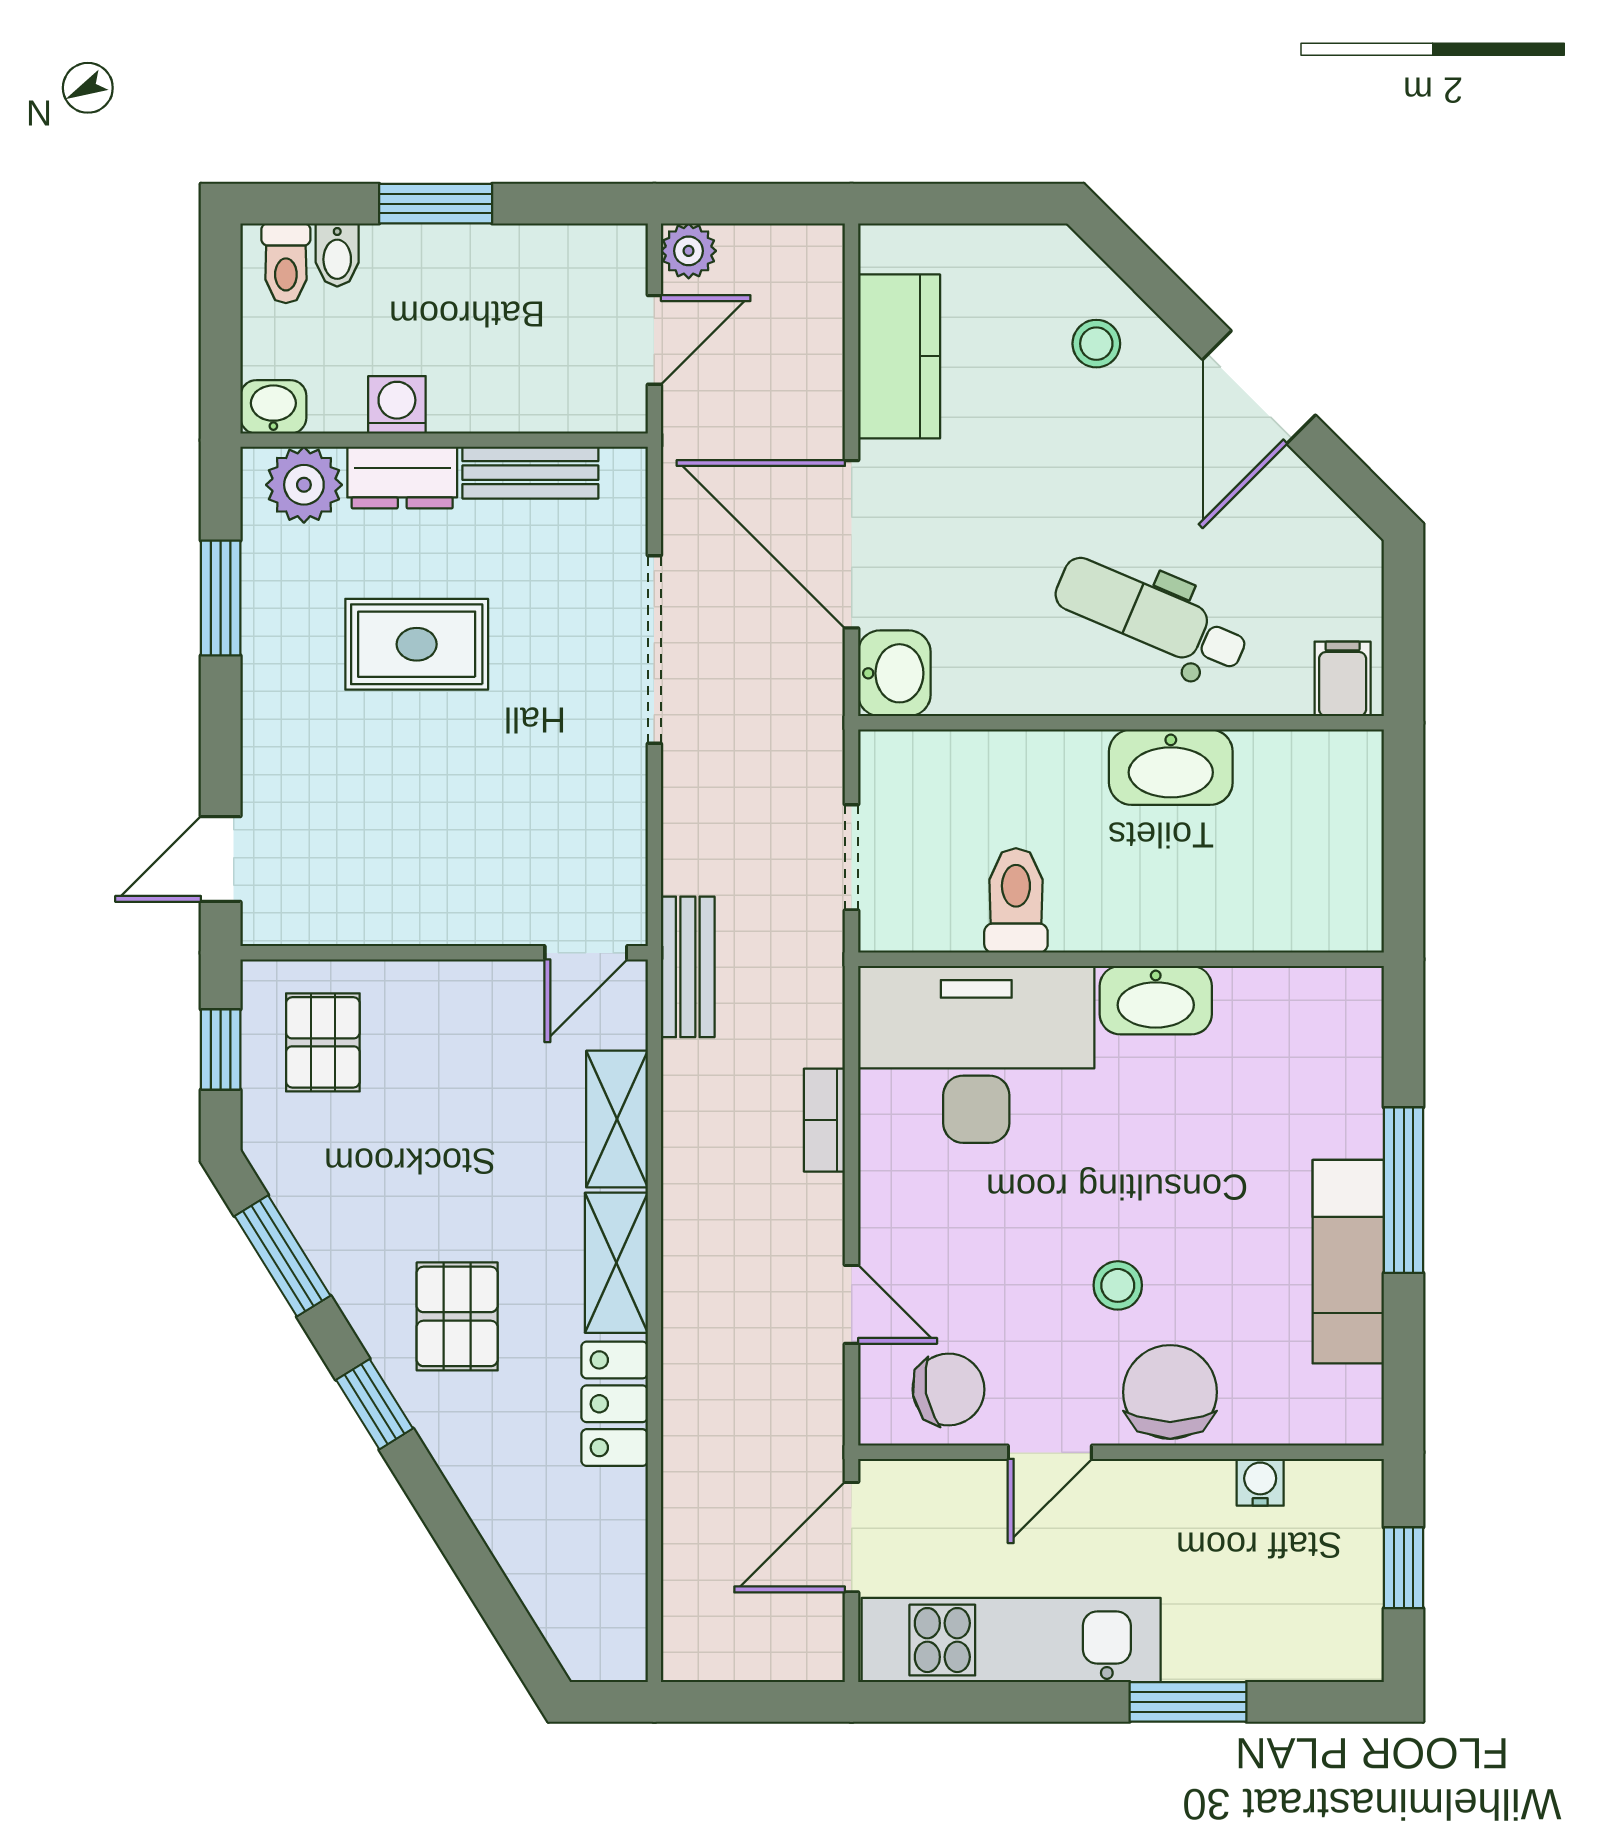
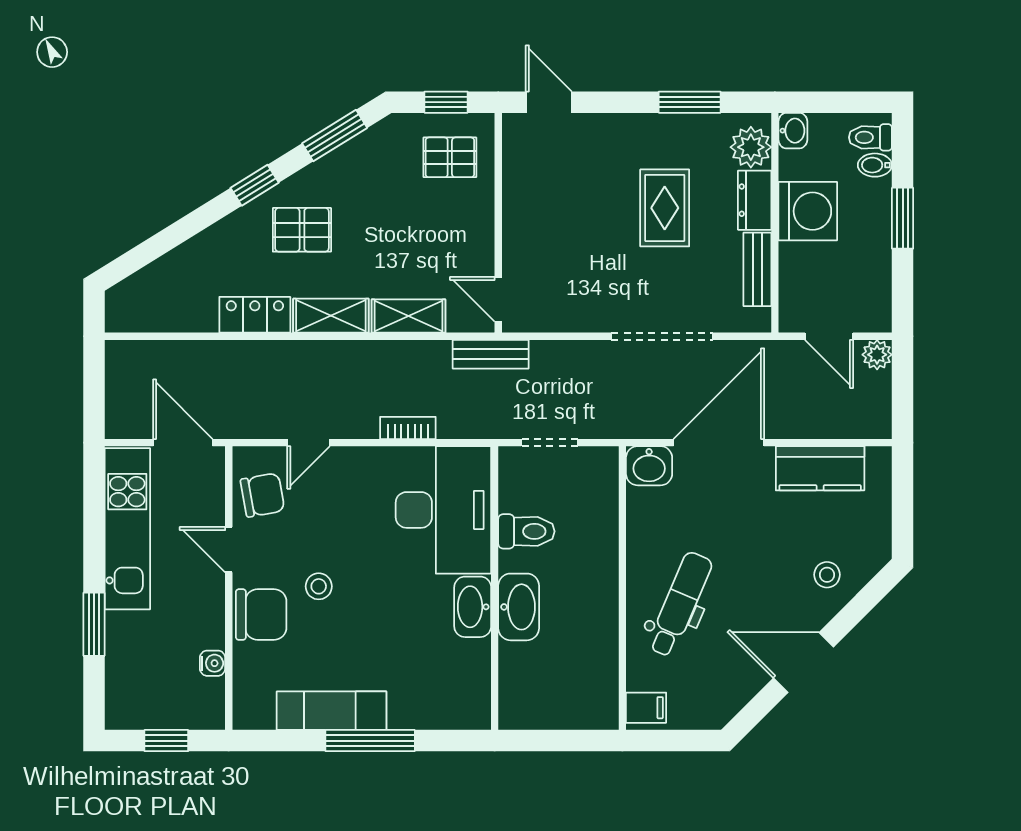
washing machine: (397, 405) -> (808, 211), width x1.89, depth x1.89
washbasin: (1171, 767) -> (519, 607), moved, turned 180
chair: (949, 1389) -> (263, 495), turned -90

